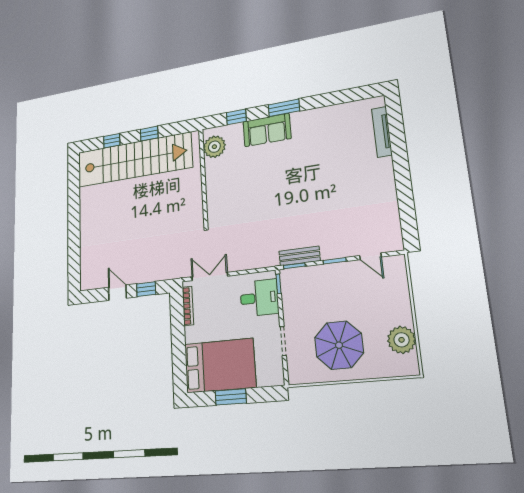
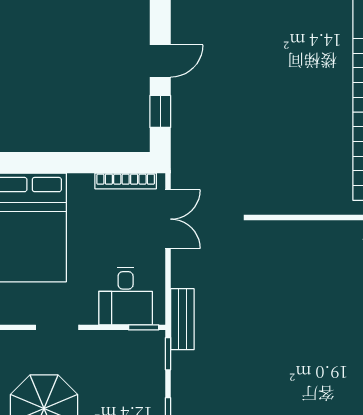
bench: (300, 256) -> (182, 319), moved

